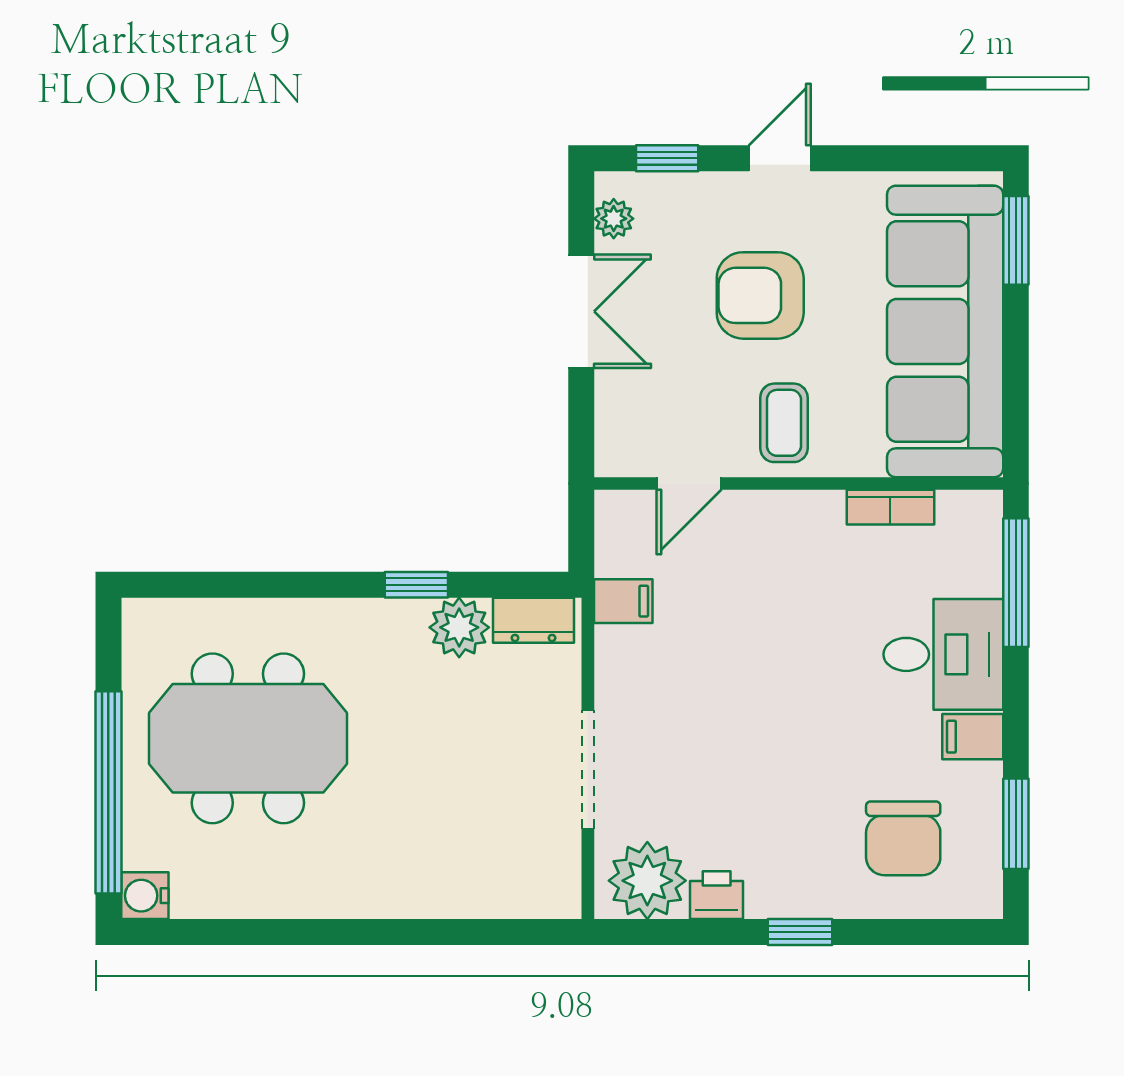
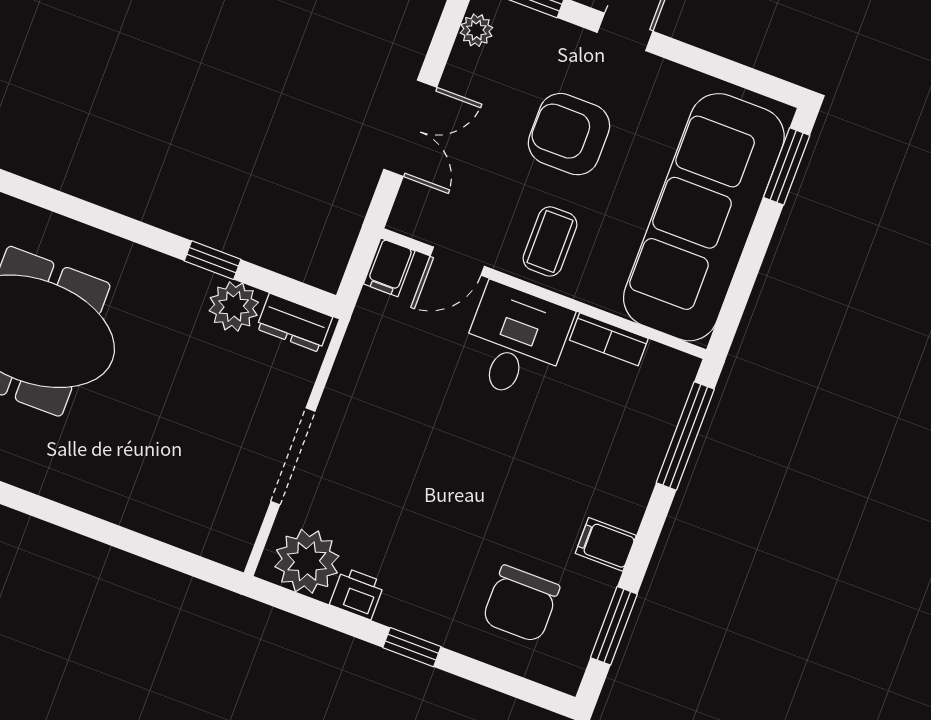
double door: (581, 311) -> (410, 128), moved
filing cabinet: (623, 601) -> (389, 267), moved, turned 90
desk: (943, 654) -> (515, 342), moved, turned -90

